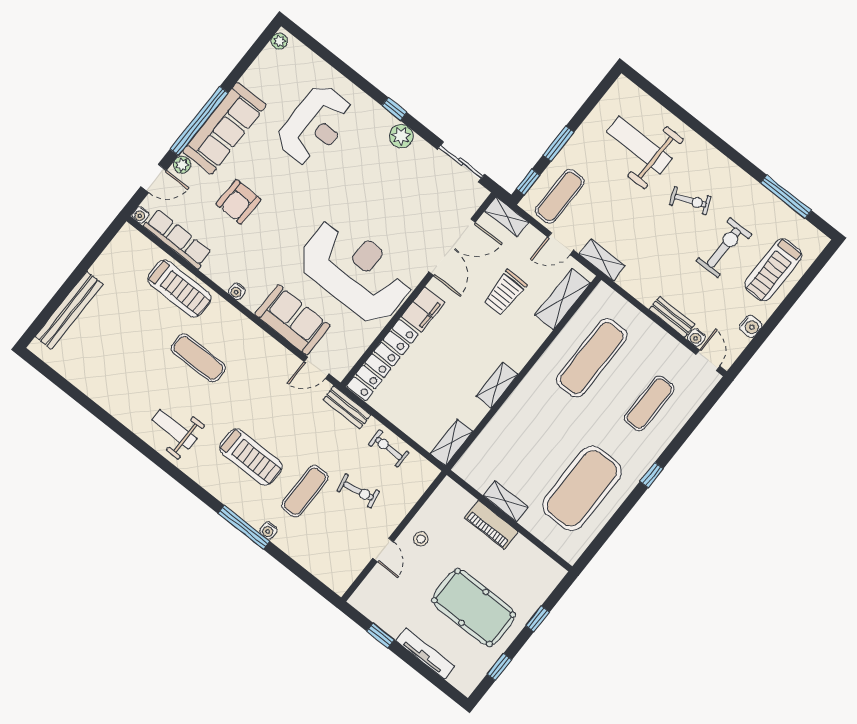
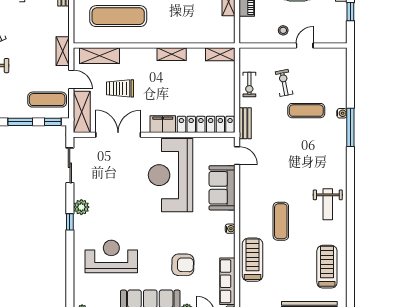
shelving: (507, 217) -> (82, 112), width x1.50, depth x1.33
trolley: (505, 293) -> (120, 88), turned 180
treadmill: (251, 457) -> (327, 267), moved

